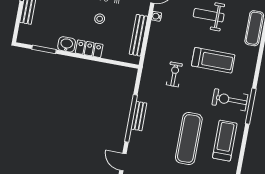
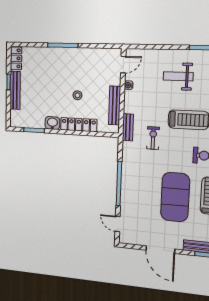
locker: (89, 49) -> (79, 125), width x1.53
bench: (139, 116) -> (128, 127), moved
exercise mat: (189, 139) -> (175, 197), width x1.47

